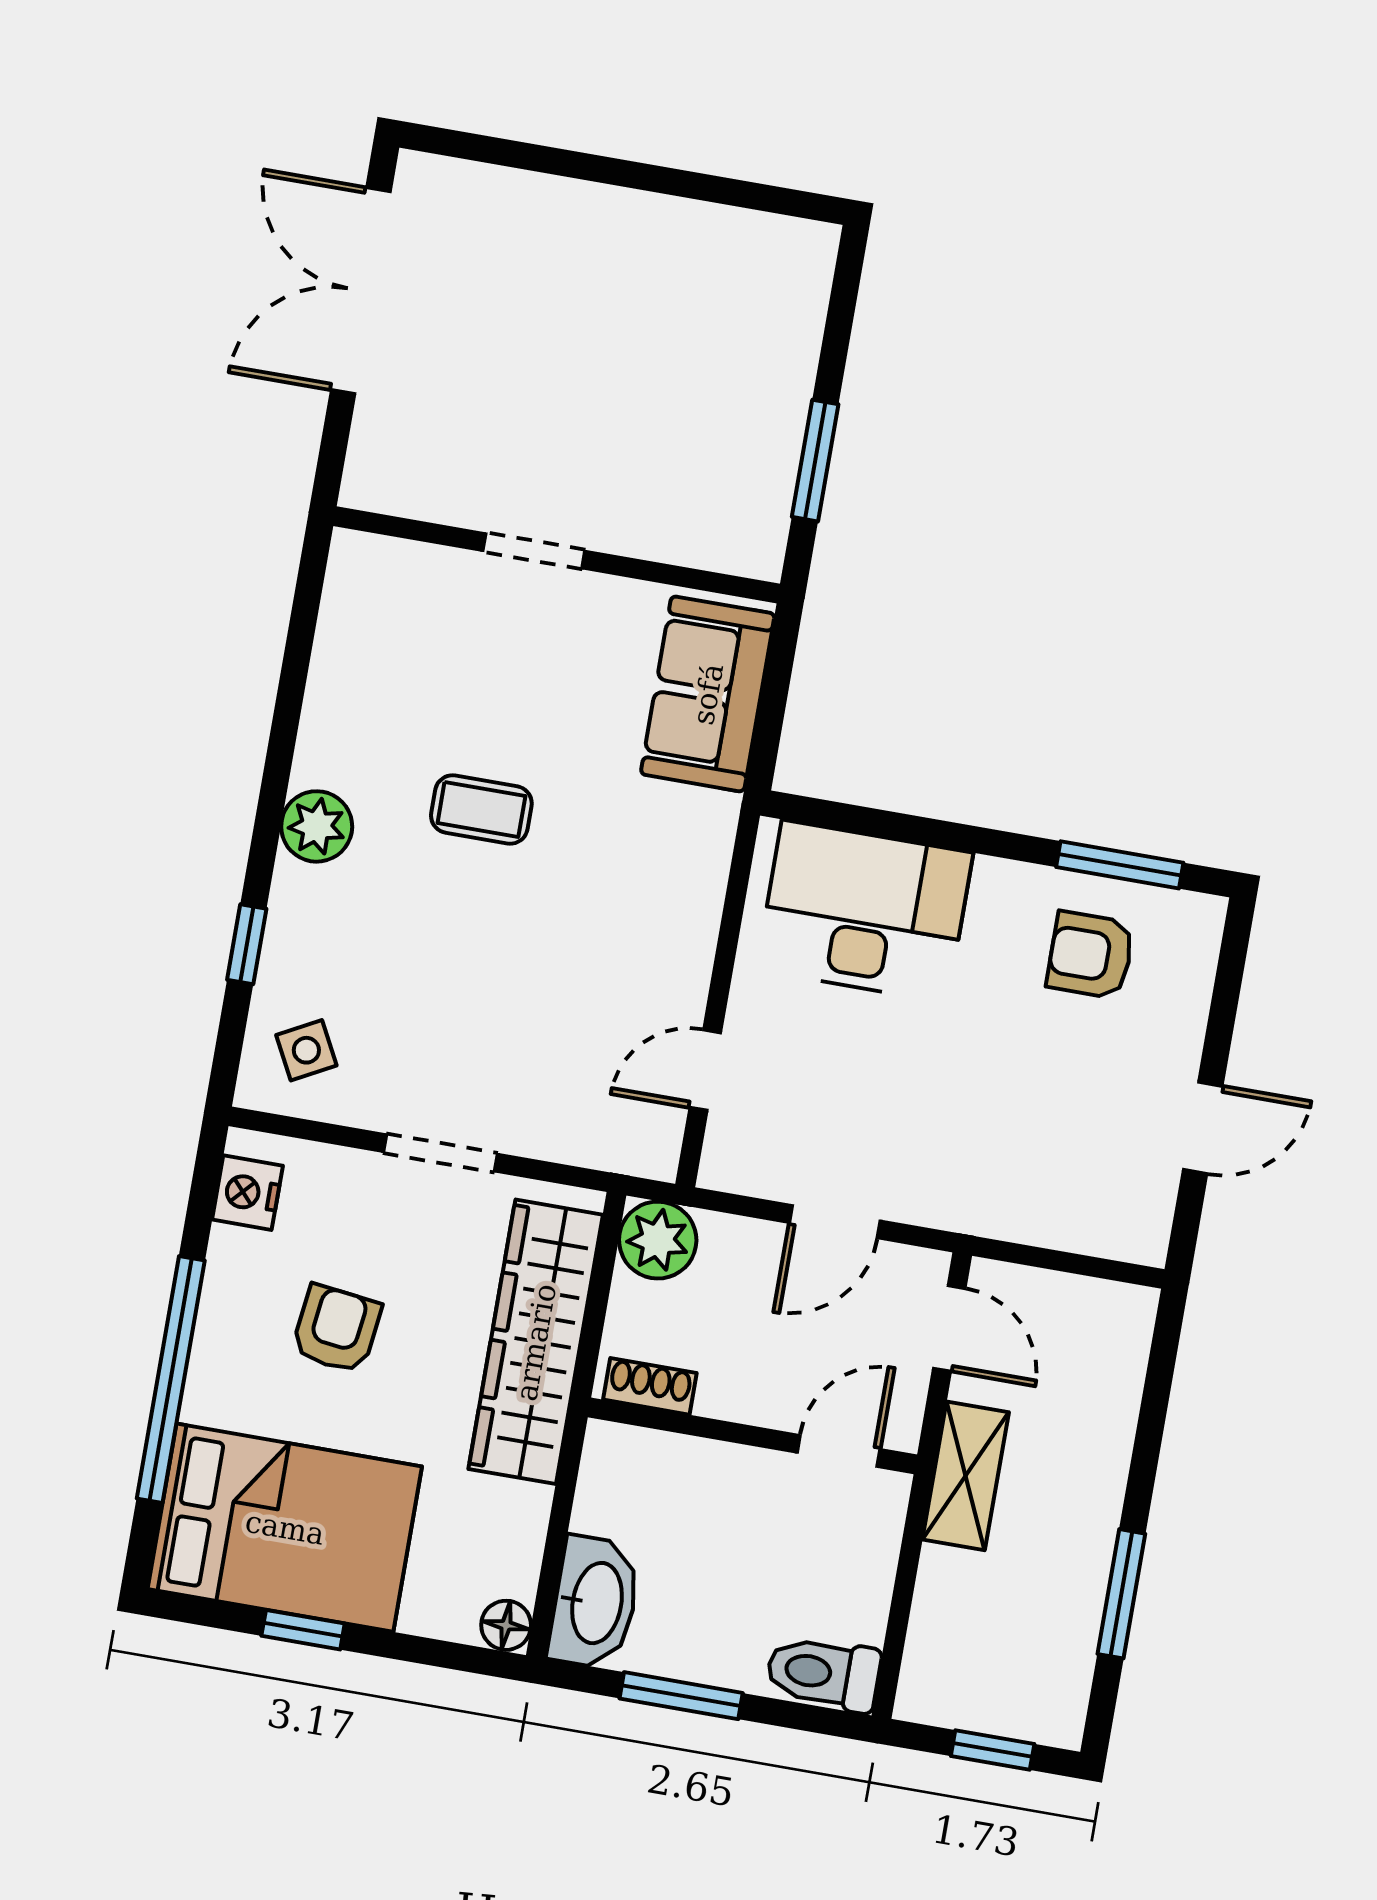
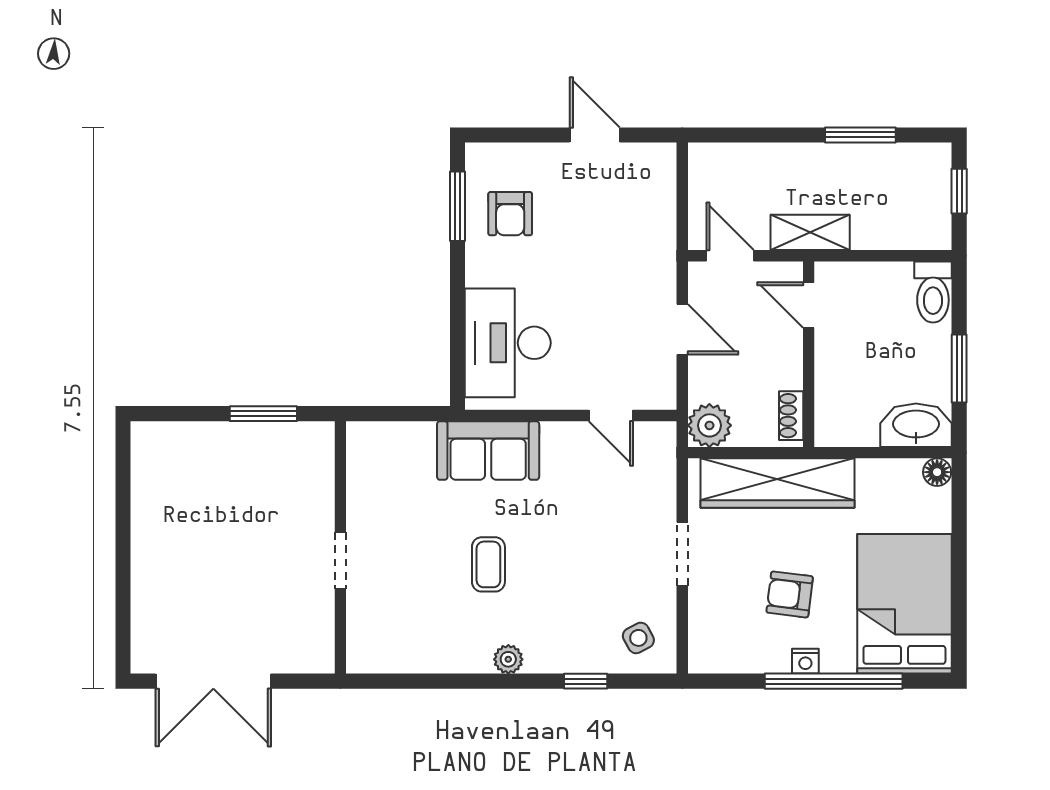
sofa: (708, 694) -> (488, 450), moved
plant: (317, 826) -> (508, 659), width x0.73, depth x0.73
nightstand: (247, 1193) -> (805, 661), moved, width x0.72, depth x0.74
door: (949, 1328) -> (730, 256), hinge flipped
window: (303, 1630) -> (959, 584), removed

